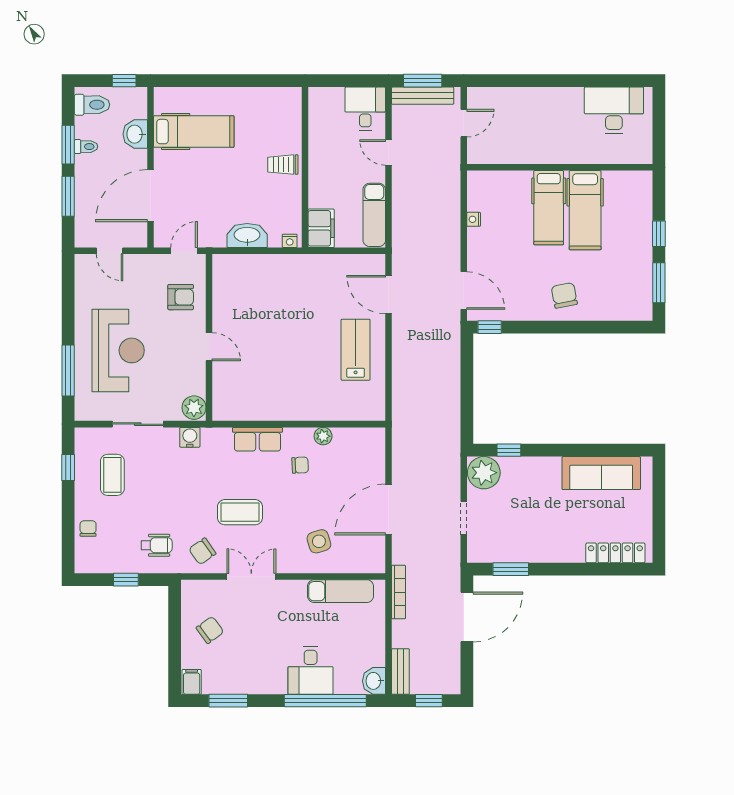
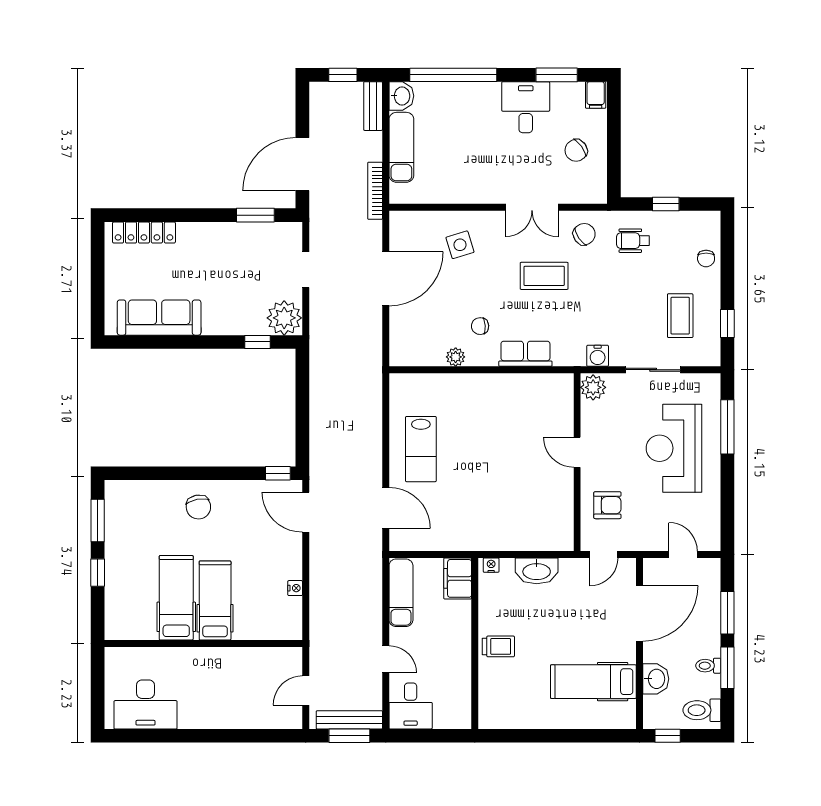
armchair: (181, 297) -> (607, 505), turned 180
exam couch: (340, 591) -> (401, 147), moved, turned 90
desk: (311, 670) -> (526, 107), moved

